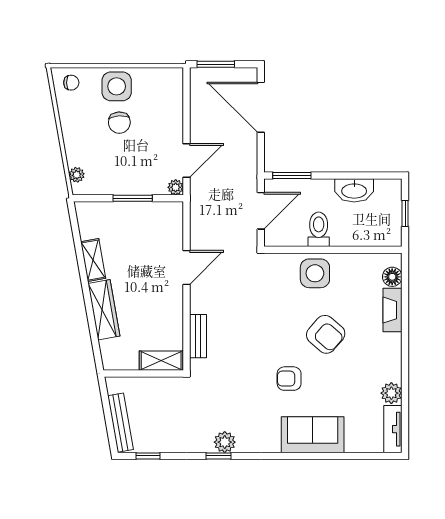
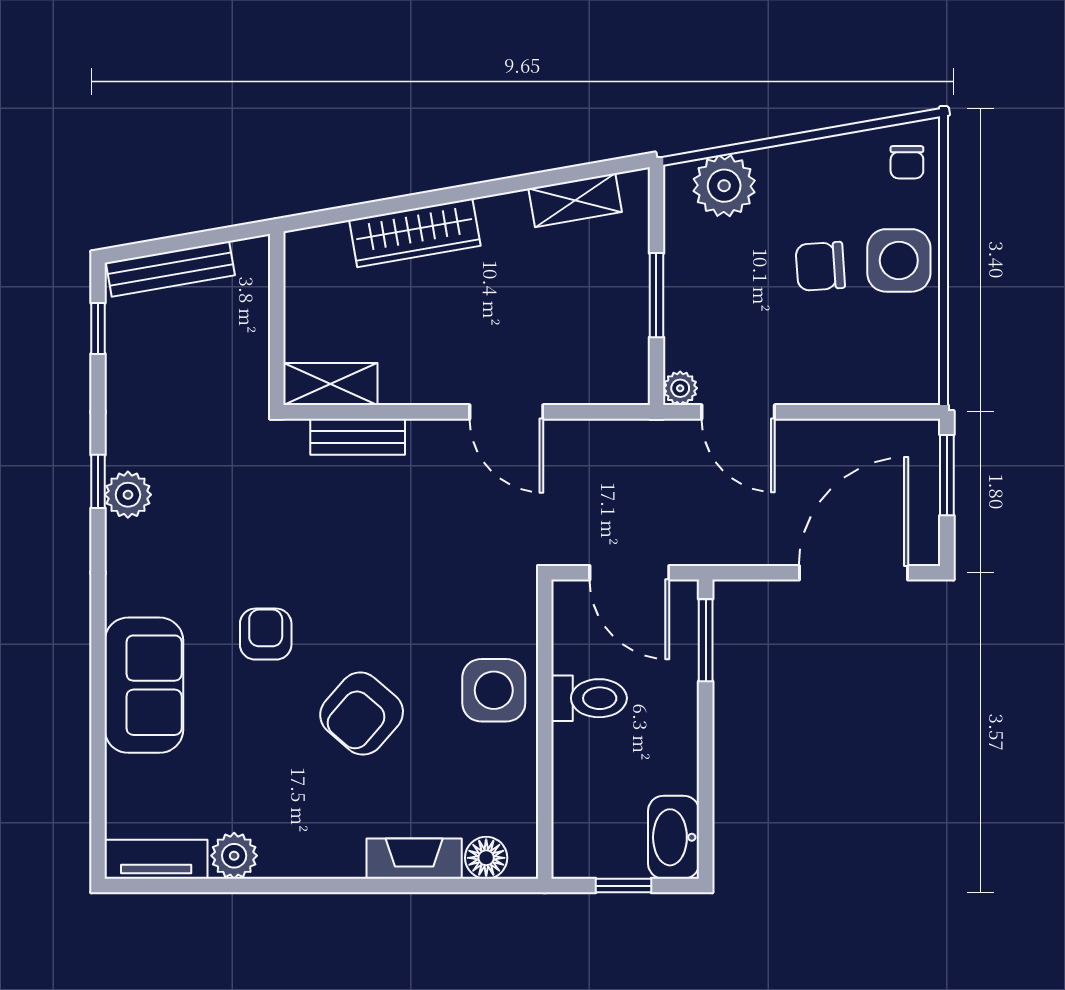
plant: (77, 175) -> (724, 186), width x1.87, depth x1.87
washbasin: (354, 190) -> (674, 837), moved
shelving: (93, 260) -> (575, 200), moved
shelving: (161, 361) -> (330, 384), moved, turned 90

